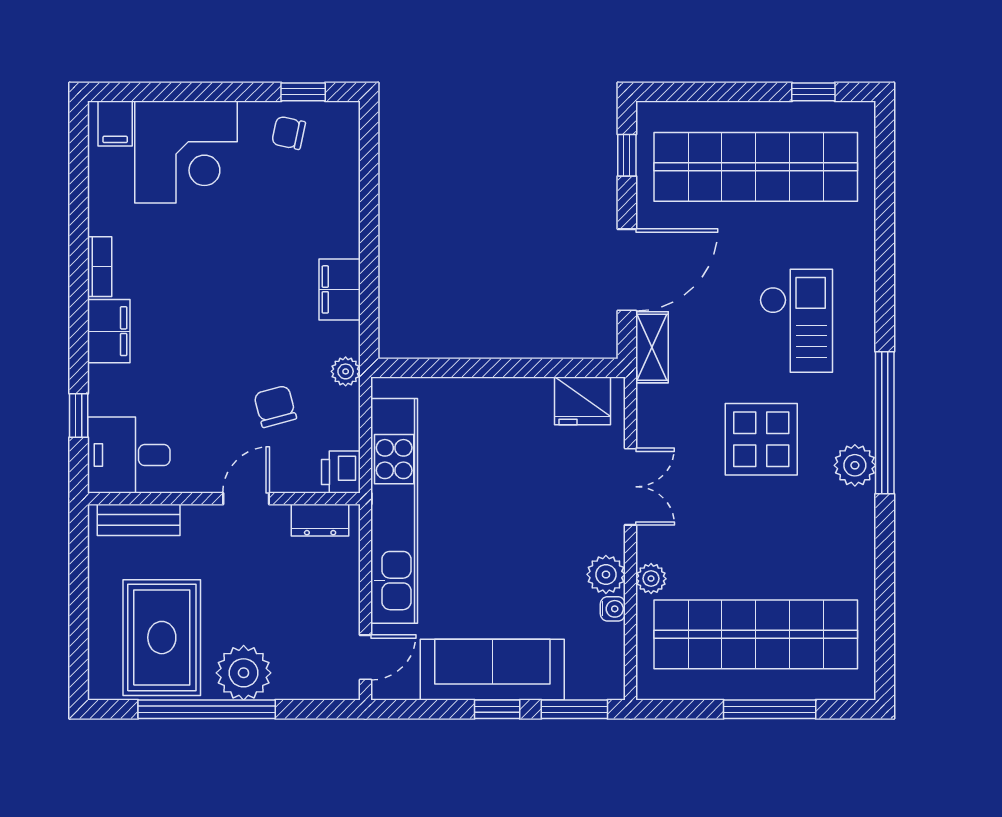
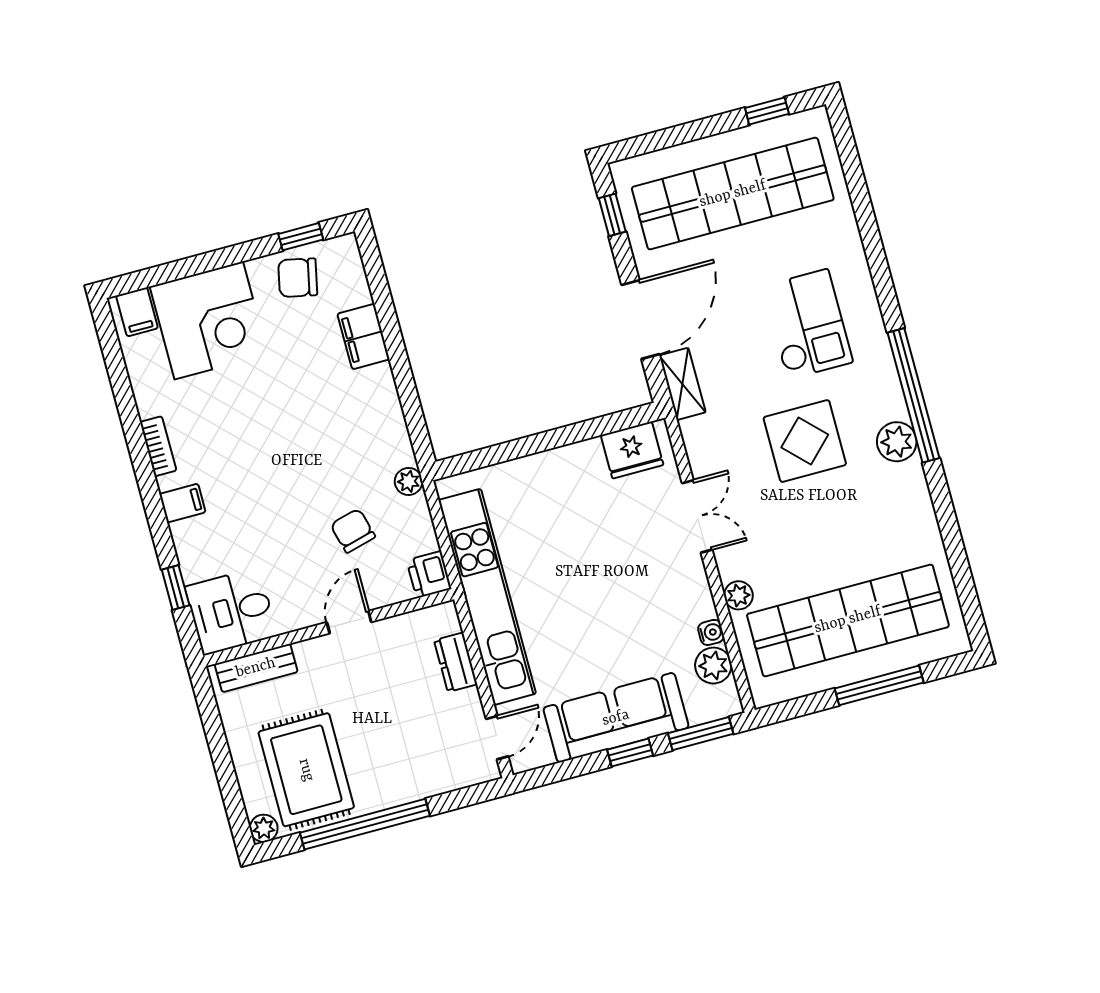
chair: (289, 133) -> (298, 278), width x1.37, depth x1.37
filing cabinet: (340, 289) -> (364, 337), moved
filing cabinet: (109, 331) -> (182, 503), width x0.50
dresser: (320, 520) -> (456, 662), moved, turned 90
plant: (606, 574) -> (713, 666), moved
plant: (244, 673) -> (264, 828), moved, width x0.53, depth x0.53

